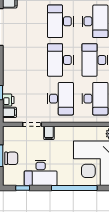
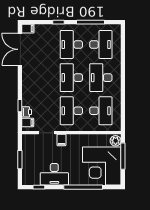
desk: (60, 99) -> (71, 111), turned 180
chair: (11, 158) -> (29, 162), removed

